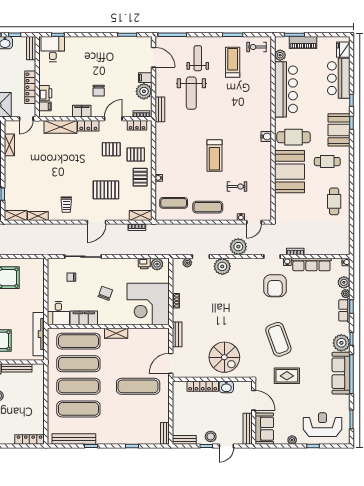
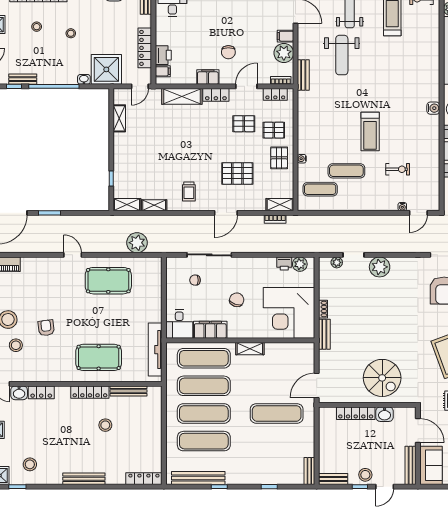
exercise mat: (208, 207) -> (346, 171), moved
plant: (238, 247) -> (137, 243), moved
bench: (177, 334) -> (324, 334), moved

